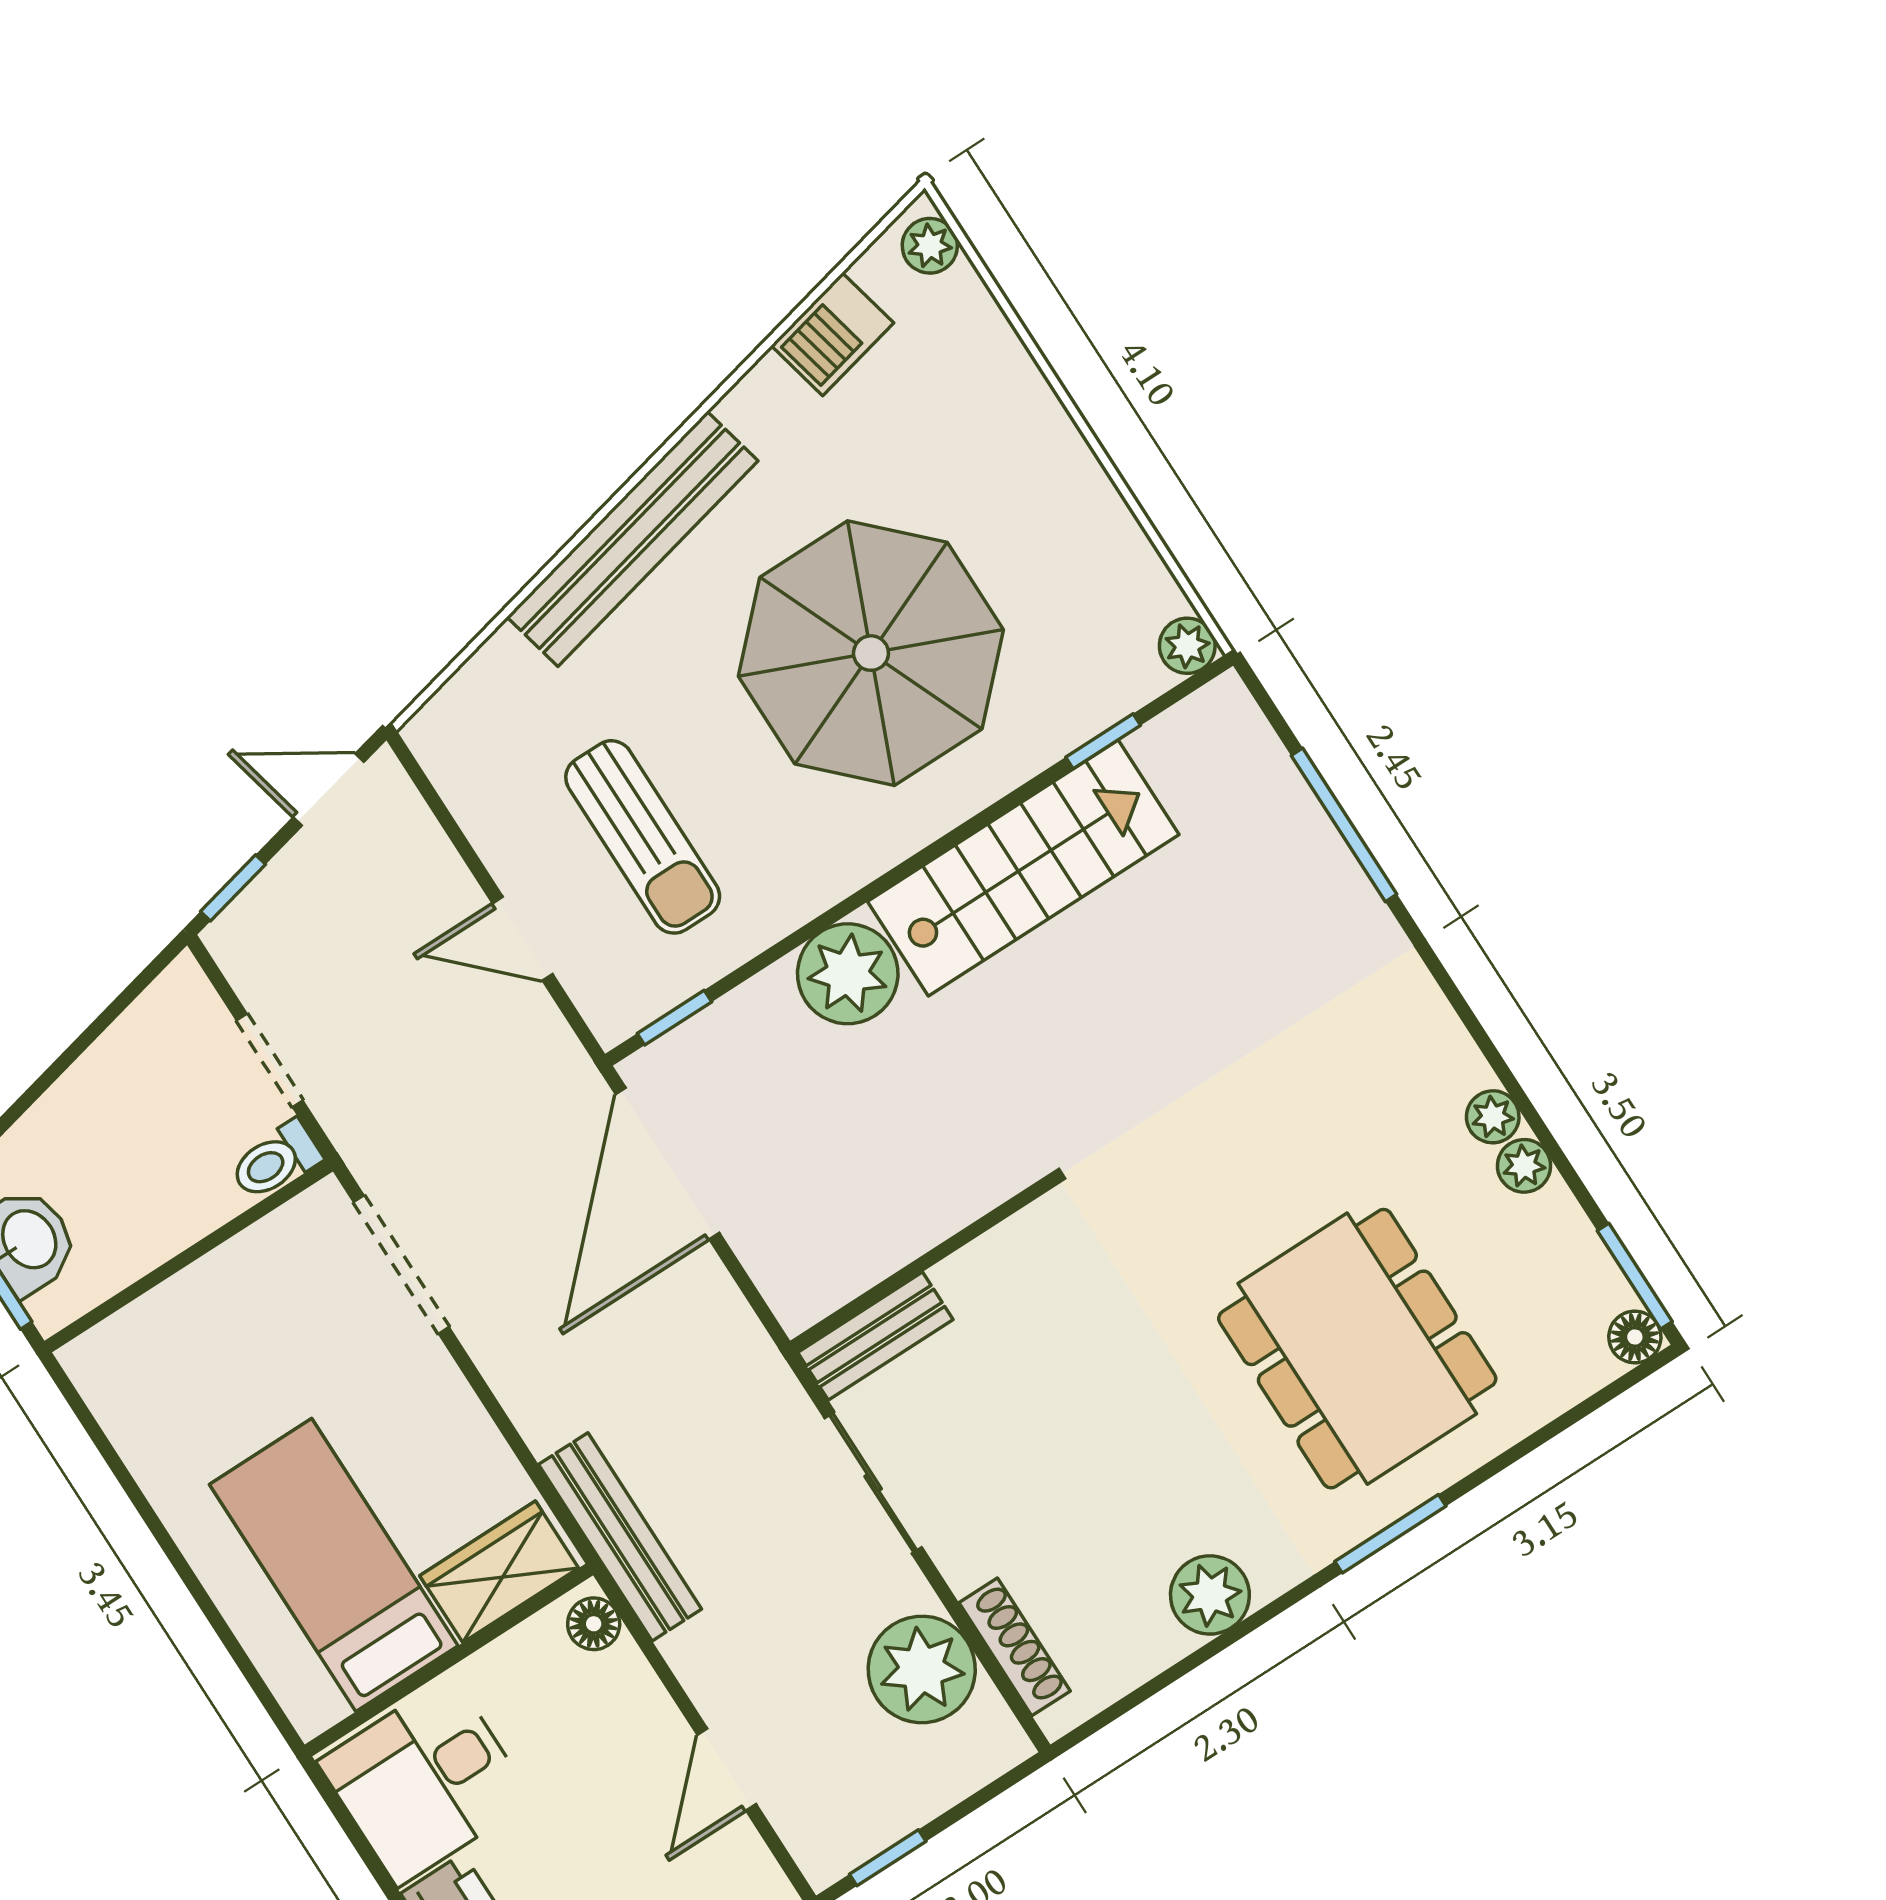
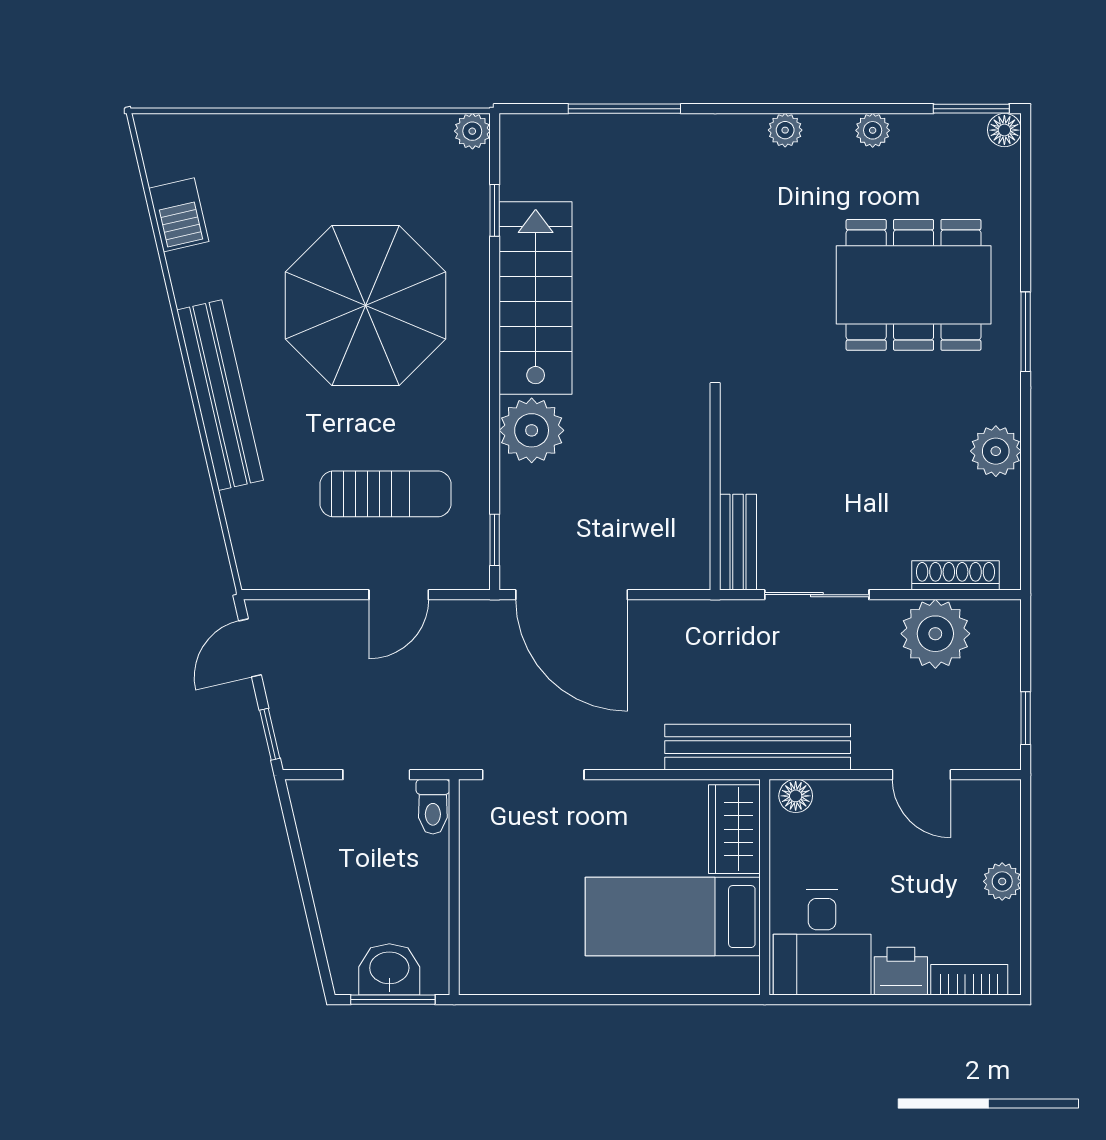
plant: (930, 246) -> (165, 131), removed
plant: (1493, 1117) -> (785, 130), moved
bench: (620, 1537) -> (758, 747), width x1.37, depth x1.21

